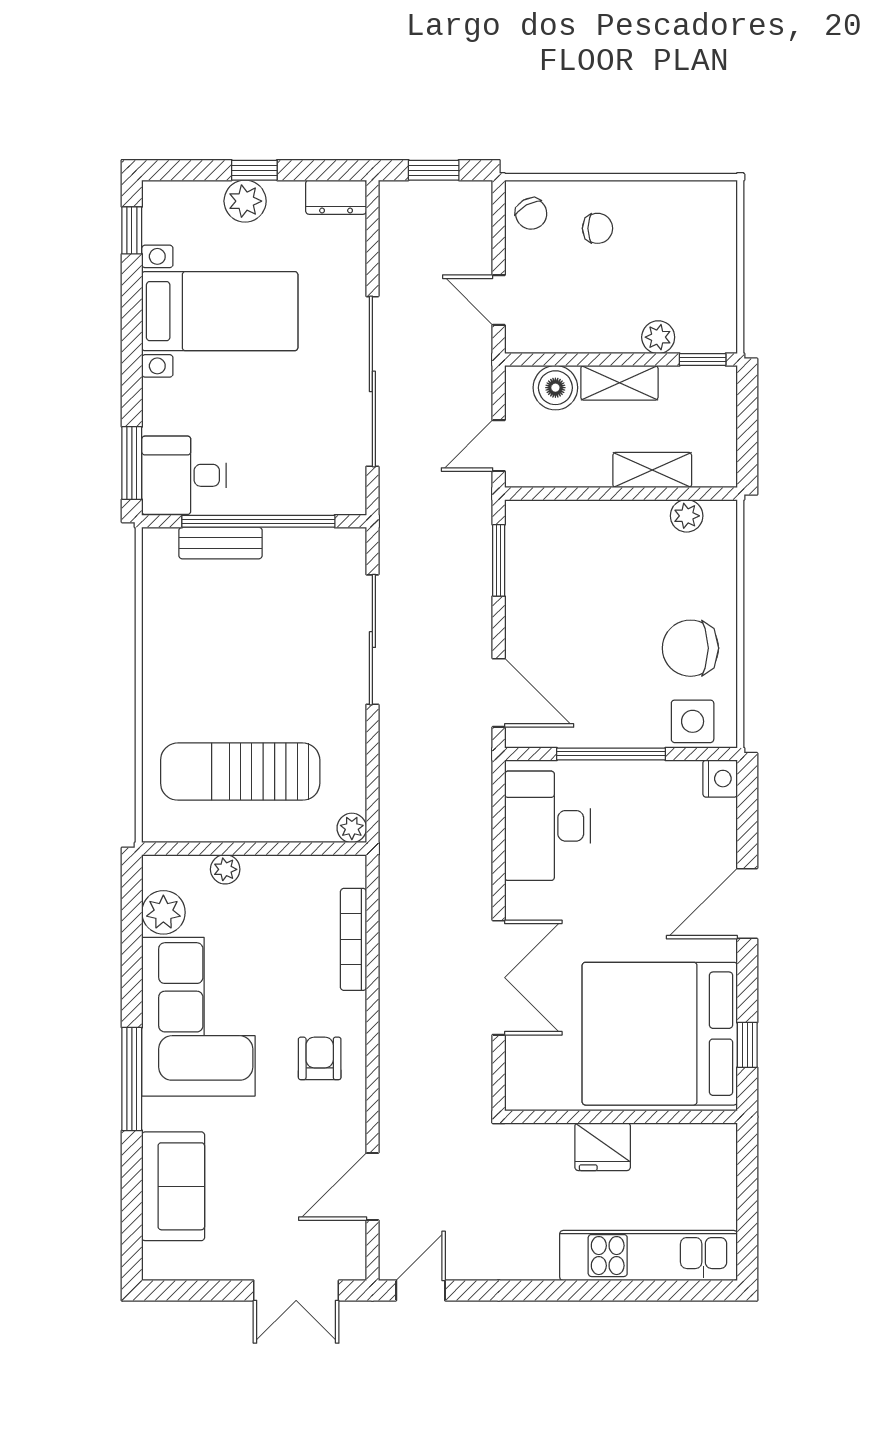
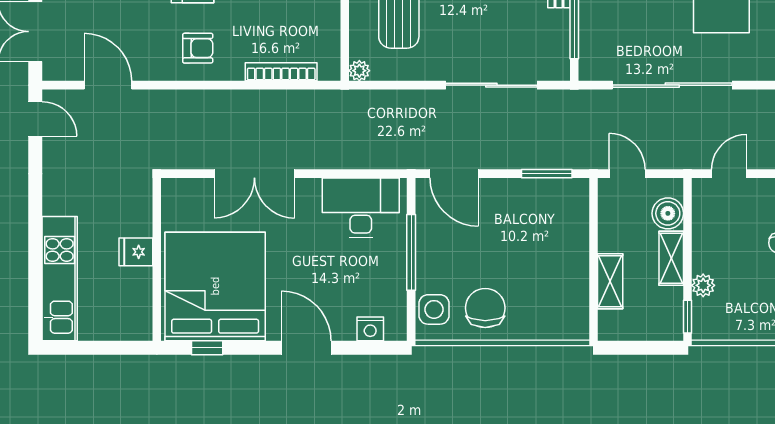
plant: (687, 516) -> (578, 305), removed
door: (499, 693) -> (454, 174), hinge flipped
nightstand: (720, 779) -> (370, 329), moved
fridge: (603, 1147) -> (136, 252), width x0.72

